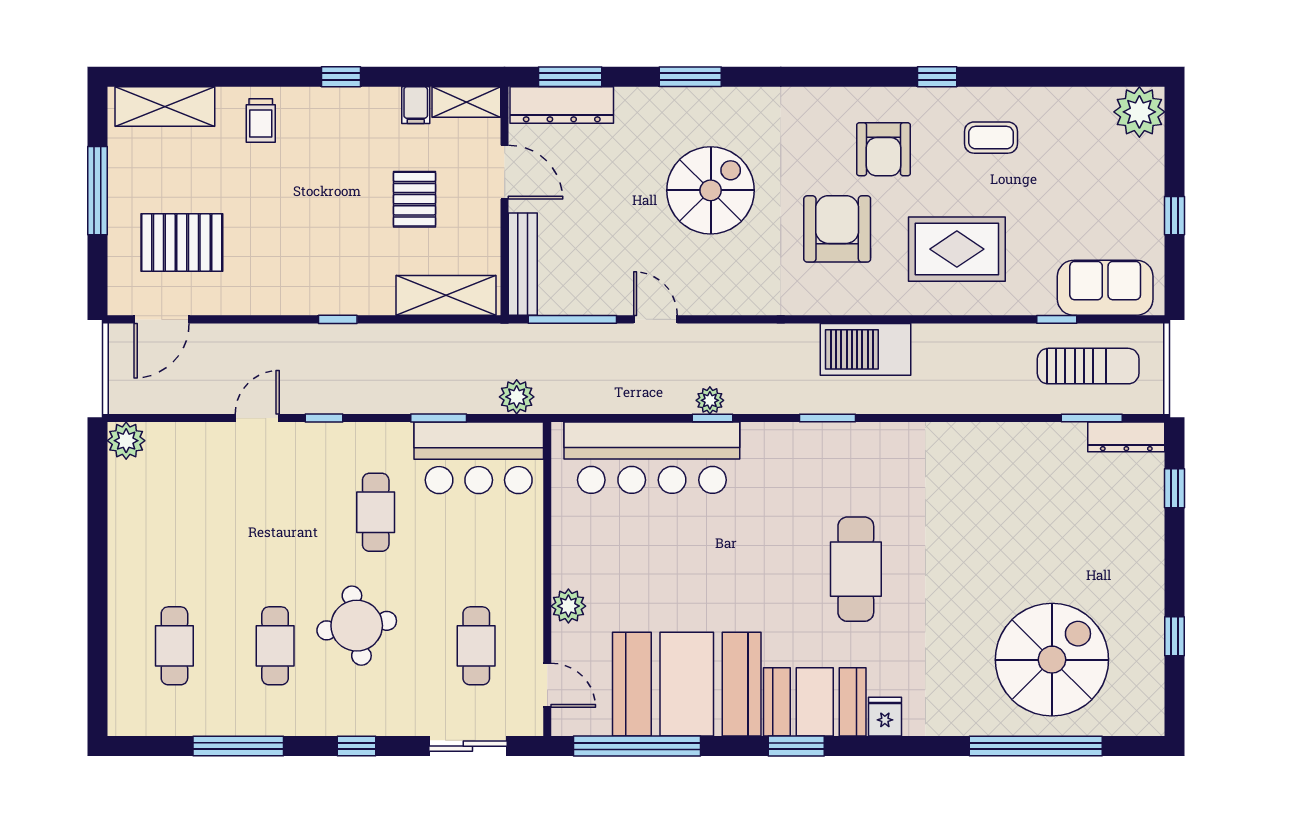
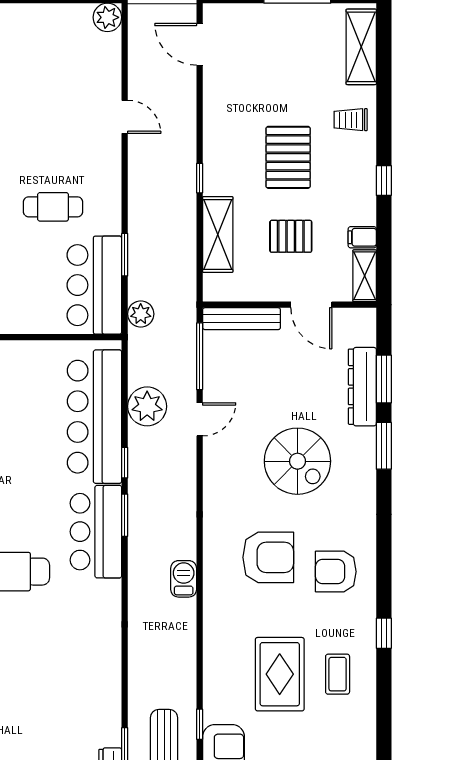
window: (570, 77) -> (384, 379), moved
dresser: (562, 105) -> (362, 387), moved
armchair: (884, 149) -> (336, 572), moved
door: (505, 172) -> (311, 305), hinge flipped
pallet: (182, 243) -> (288, 157), moved
rug: (957, 249) -> (280, 674), moved
shelving: (446, 295) -> (218, 234), moved
barbecue: (865, 349) -> (184, 579), width x0.53, depth x0.65
plant: (710, 400) -> (147, 406), moved, width x1.87, depth x1.87
window: (324, 418) -> (125, 168), removed
window: (828, 418) -> (125, 515), moved
bar counter: (803, 456) -> (96, 532), added

